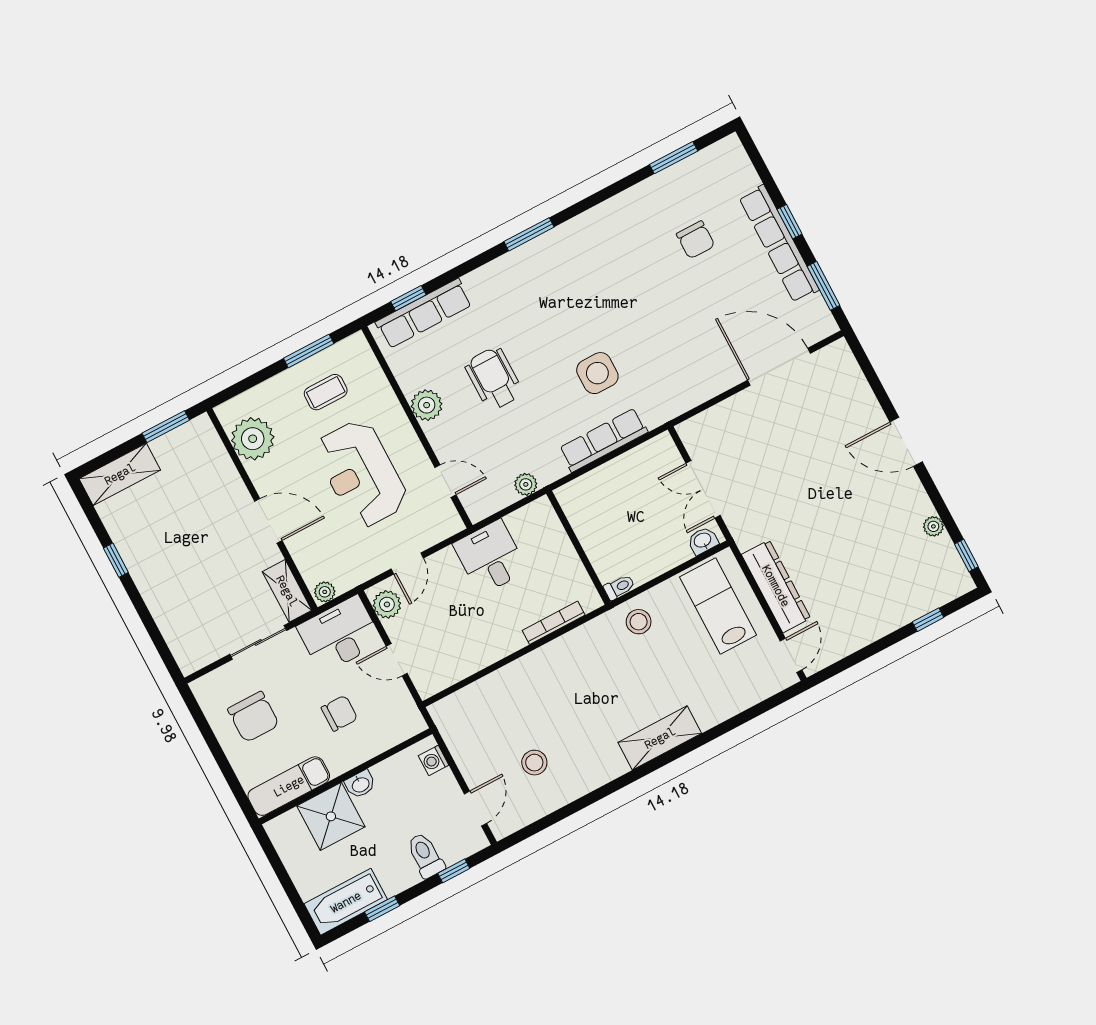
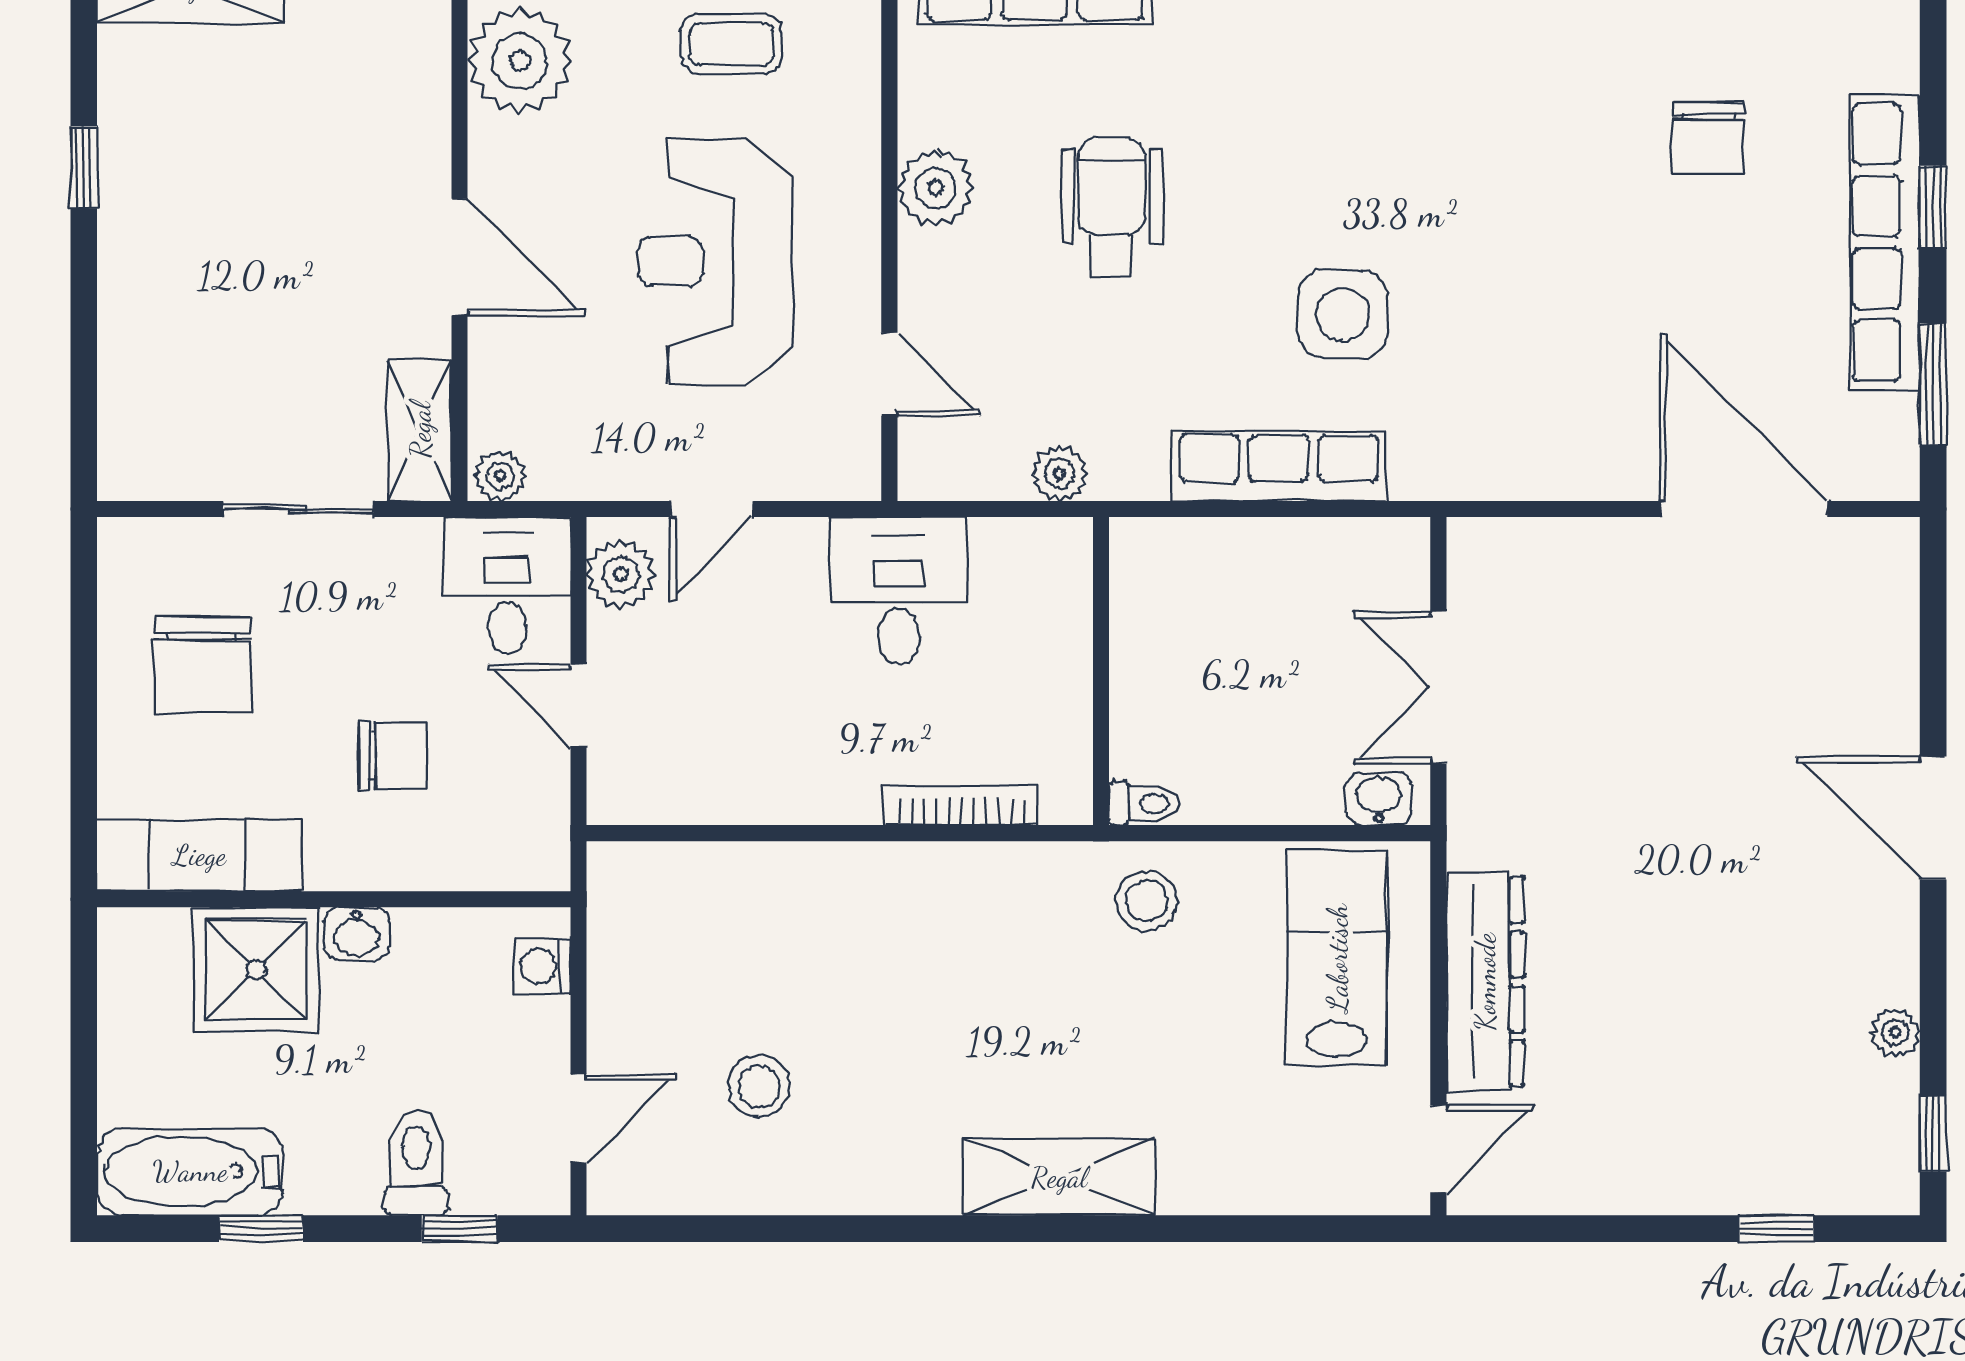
desk: (340, 634) -> (507, 585), width x0.73

